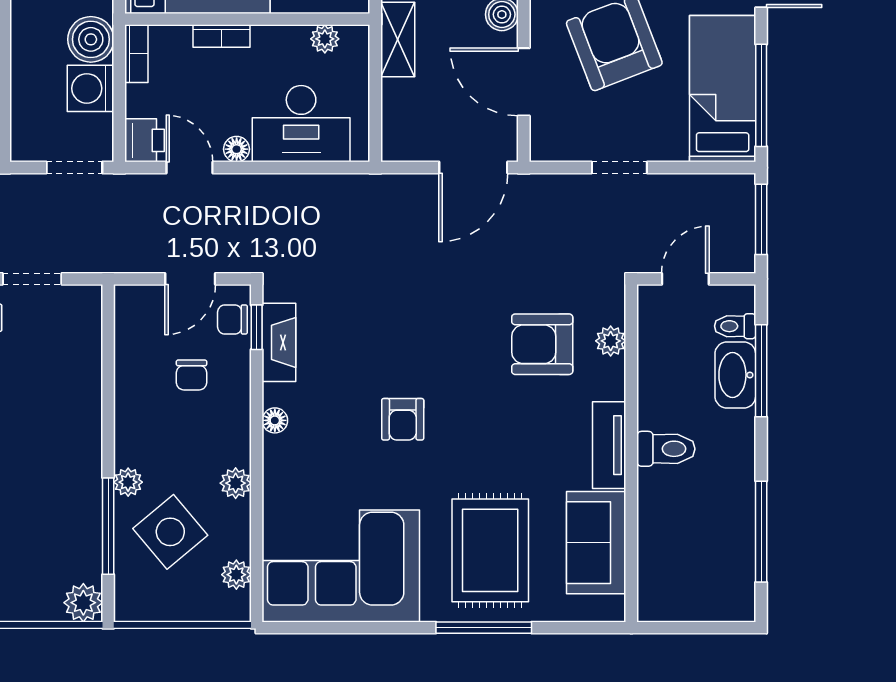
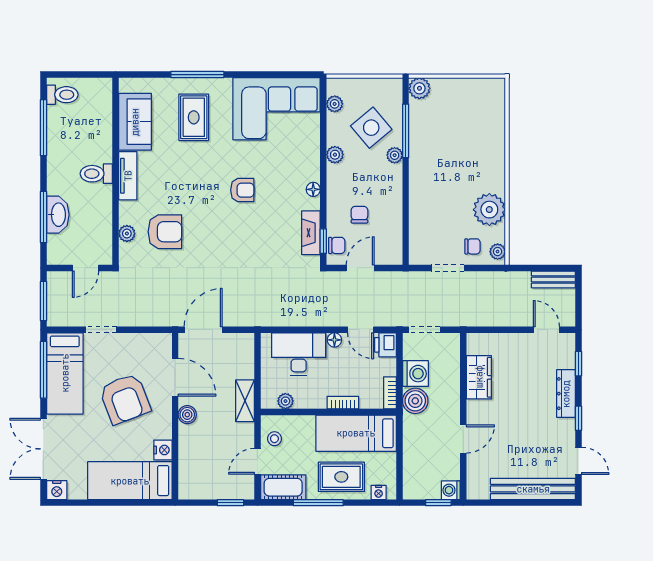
doorway: (619, 168) -> (101, 330), moved
toilet: (735, 326) -> (62, 95), moved, width x1.37, depth x1.39
armchair: (403, 419) -> (242, 190), turned 90
rug: (490, 550) -> (194, 117), width x0.73, depth x0.70

